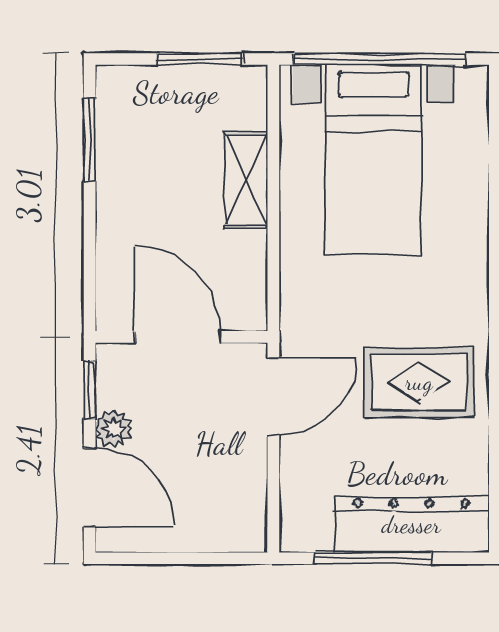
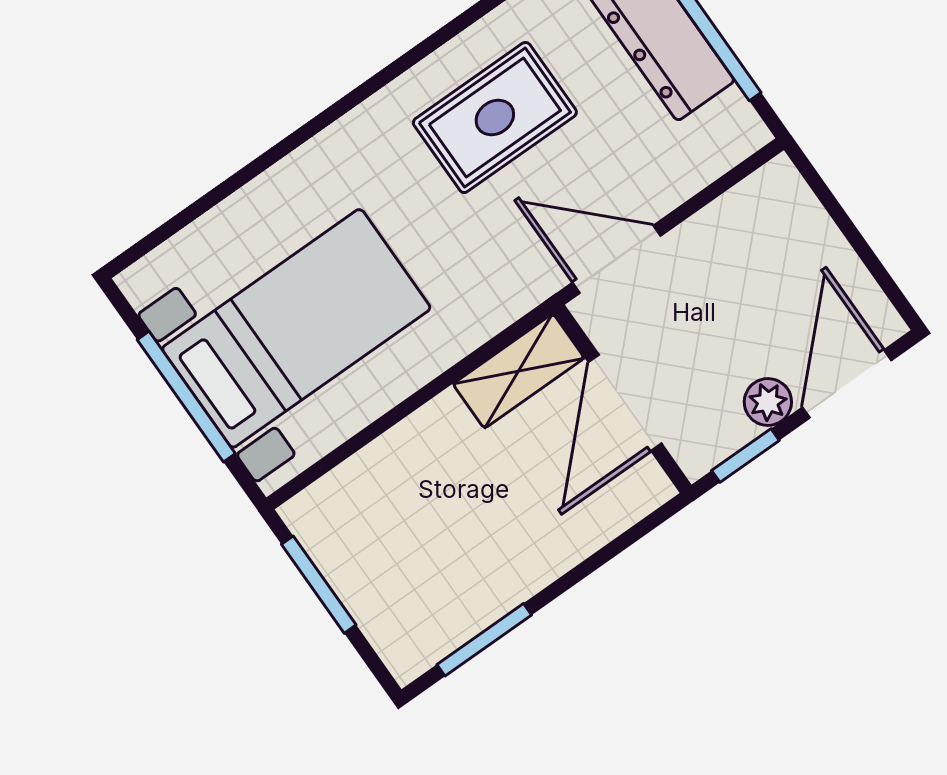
window: (380, 59) -> (186, 397), width x0.68
shelving: (246, 180) -> (519, 371), moved
rug: (419, 382) -> (495, 117), turned 90

